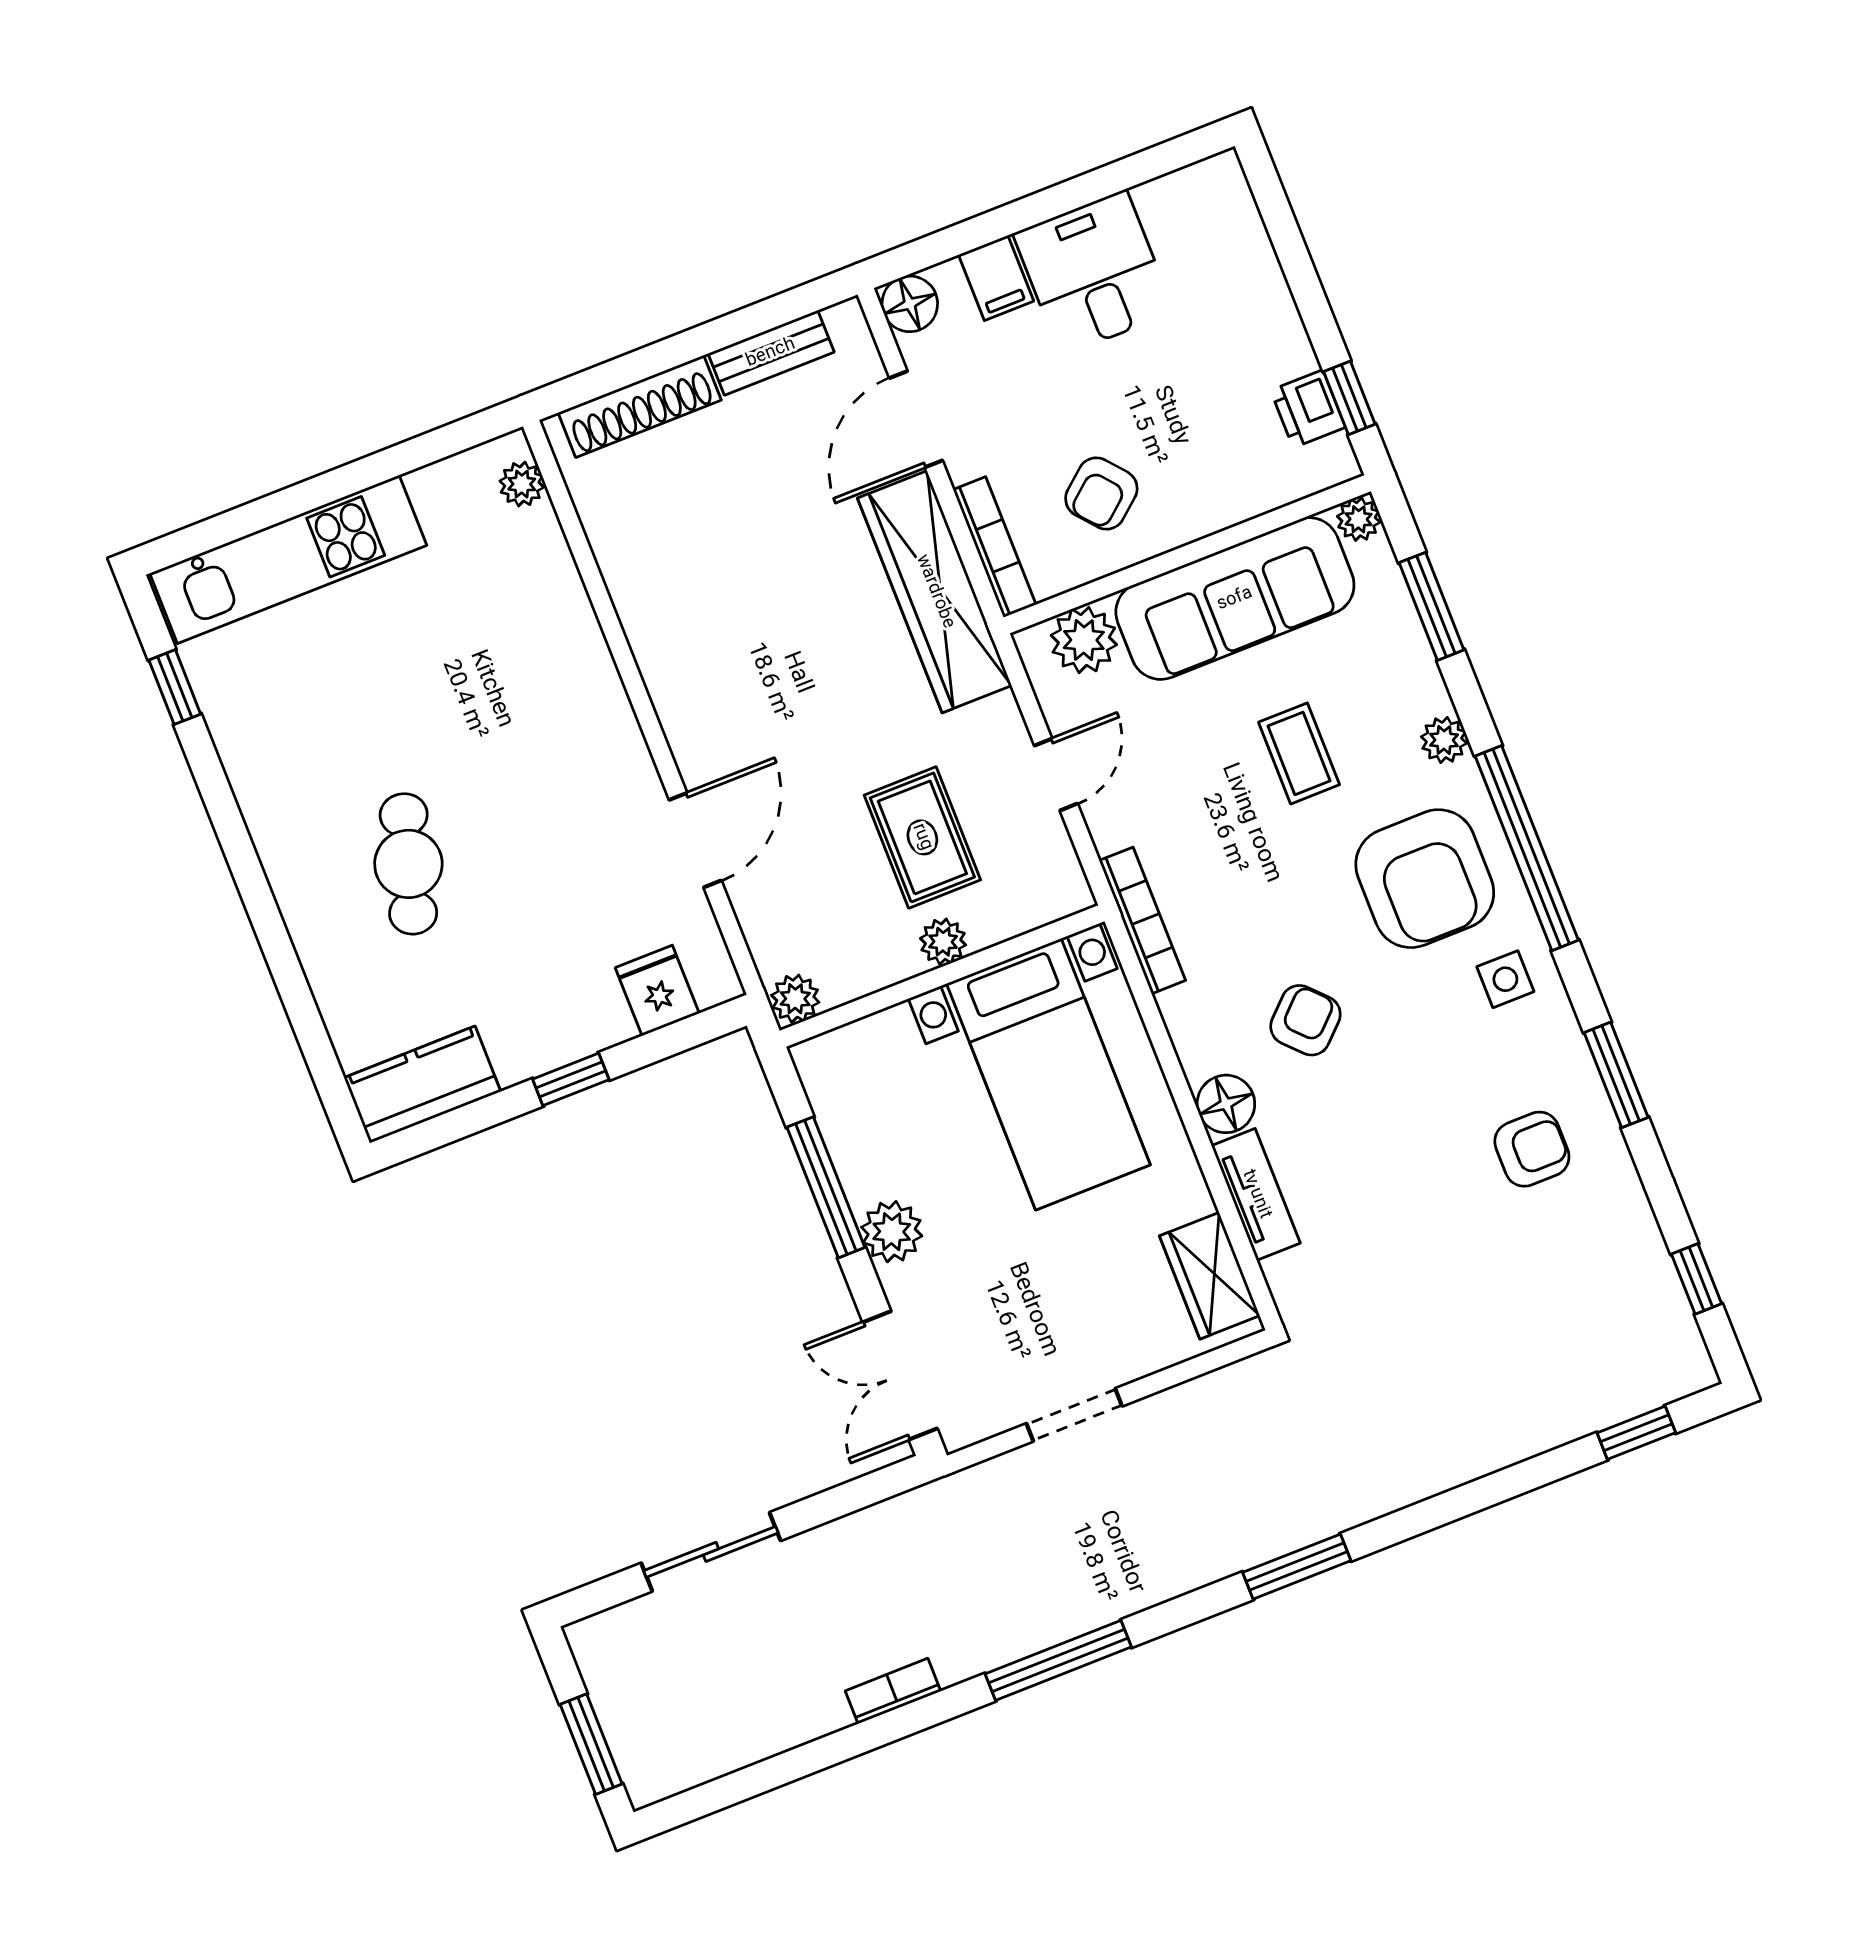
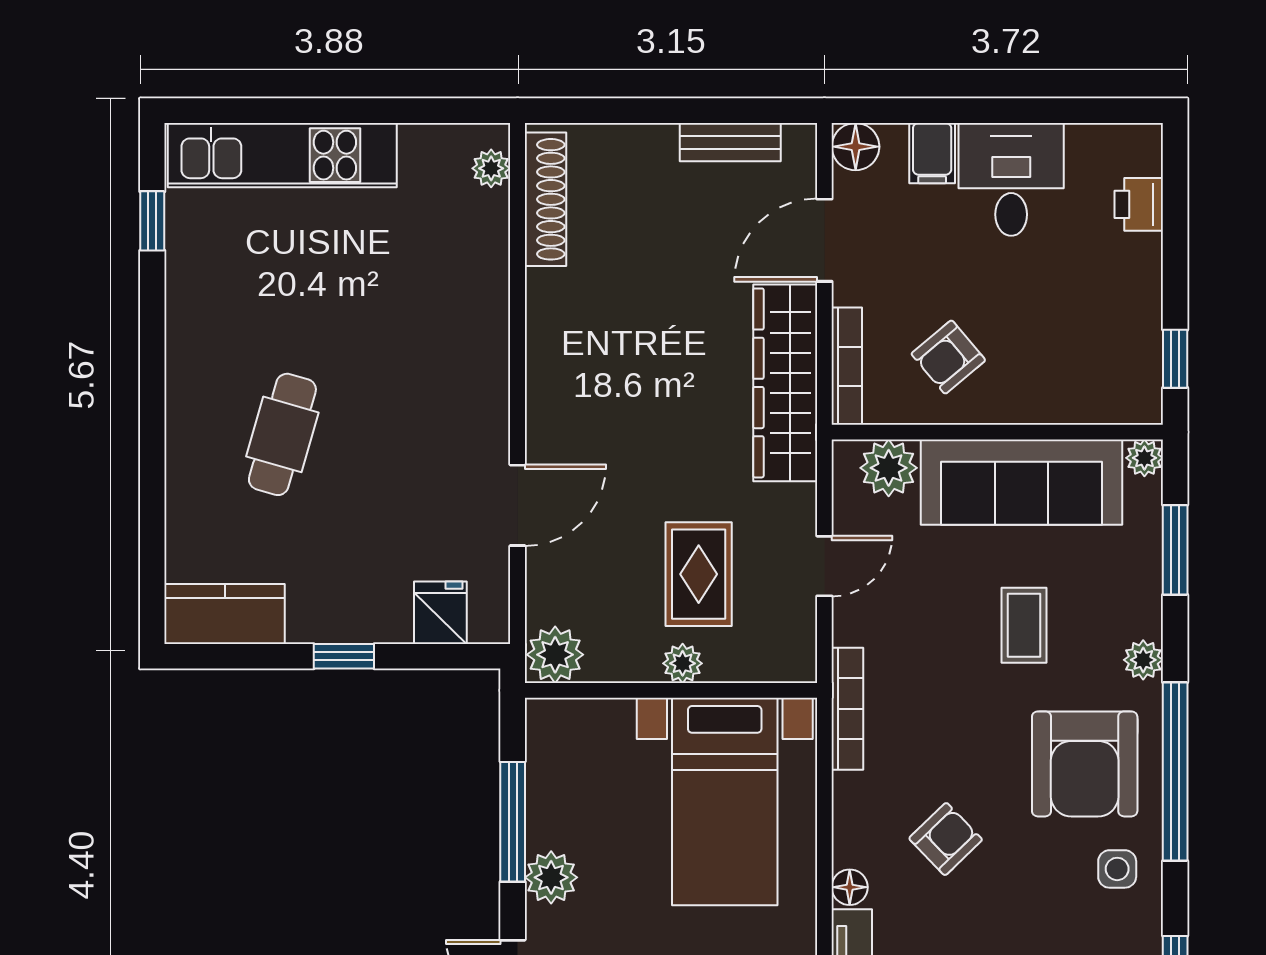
shoe rack: (640, 406) -> (545, 199), moved, turned -90
printer: (1308, 409) -> (1139, 204), moved
plant: (795, 999) -> (555, 655), width x1.38, depth x1.38
floor lamp: (1226, 1104) -> (850, 887), width x0.73, depth x0.73

